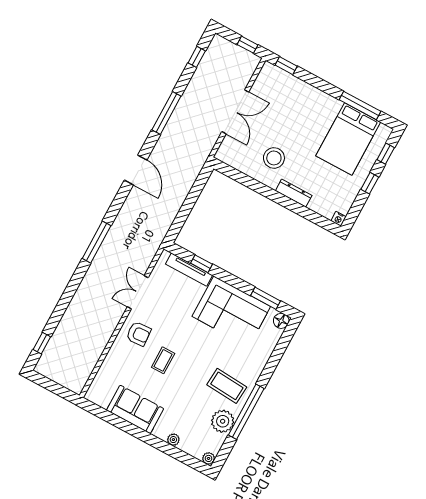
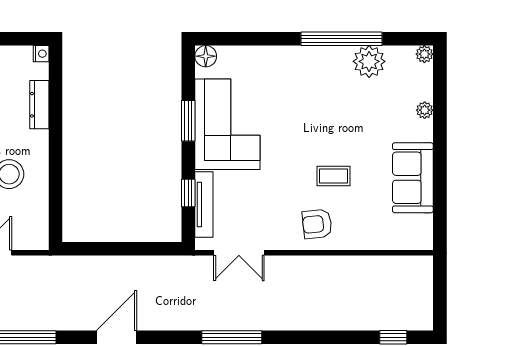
dresser: (294, 193) -> (39, 105), moved
double door: (138, 292) -> (239, 253), moved
window: (265, 298) -> (188, 121), moved
armchair: (139, 334) -> (317, 224), turned -92
coffee table: (227, 386) -> (323, 80), removed

